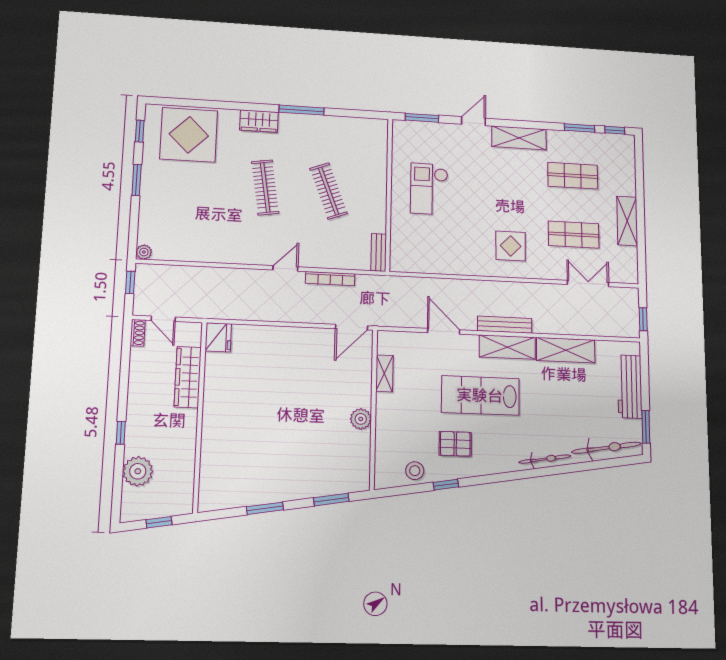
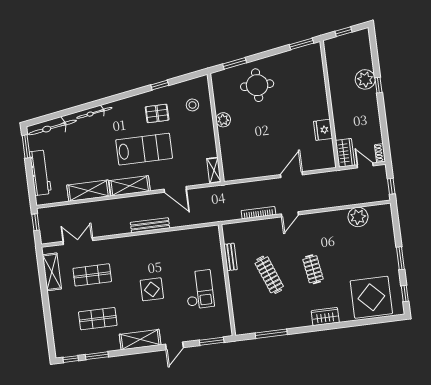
window: (301, 110) -> (271, 334), moved
clothes rail: (265, 187) -> (313, 269), width x0.73
shelving: (627, 221) -> (52, 272), moved
display table: (511, 246) -> (152, 289), moved
plant: (144, 252) -> (358, 217), moved, width x1.88, depth x1.88
bench: (379, 252) -> (231, 257), moved
double door: (588, 283) -> (78, 241), swing flipped
bench: (505, 325) -> (150, 225), moved
door: (352, 327) -> (291, 175), moved
fridge: (218, 337) -> (323, 130), moved
shelving: (384, 373) -> (214, 170), moved
wardrobe: (188, 377) -> (345, 153), moved, width x0.67
round table: (303, 462) -> (257, 85), added
plant: (138, 471) -> (365, 79), moved
stool: (415, 471) -> (192, 105), moved
window: (265, 508) -> (301, 44), moved

